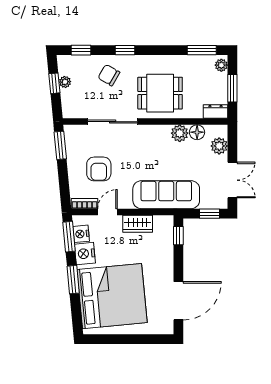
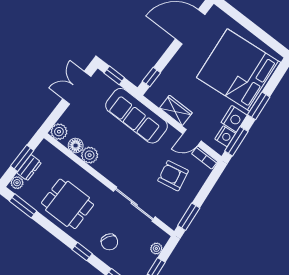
plant: (65, 82) -> (156, 248), moved
dining table: (160, 93) -> (67, 204), moved
dresser: (215, 112) -> (29, 168), moved, turned -90
plant: (219, 146) -> (59, 132), moved
armchair: (99, 169) -> (173, 176), turned -101

